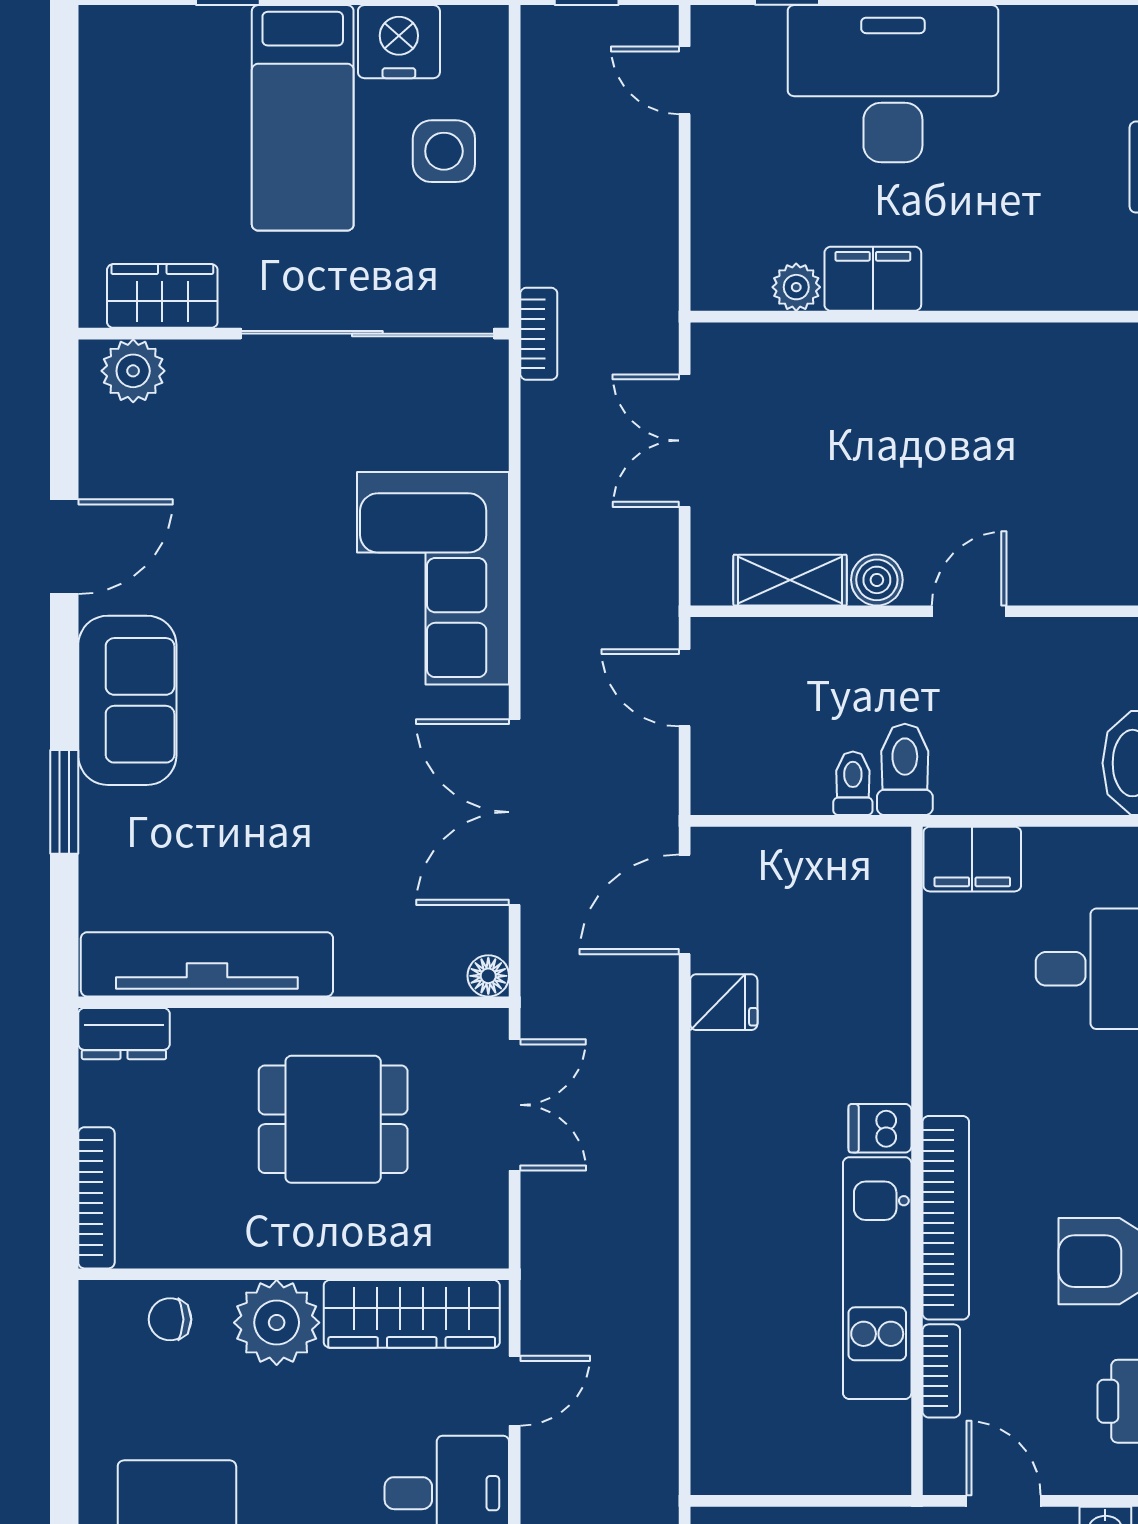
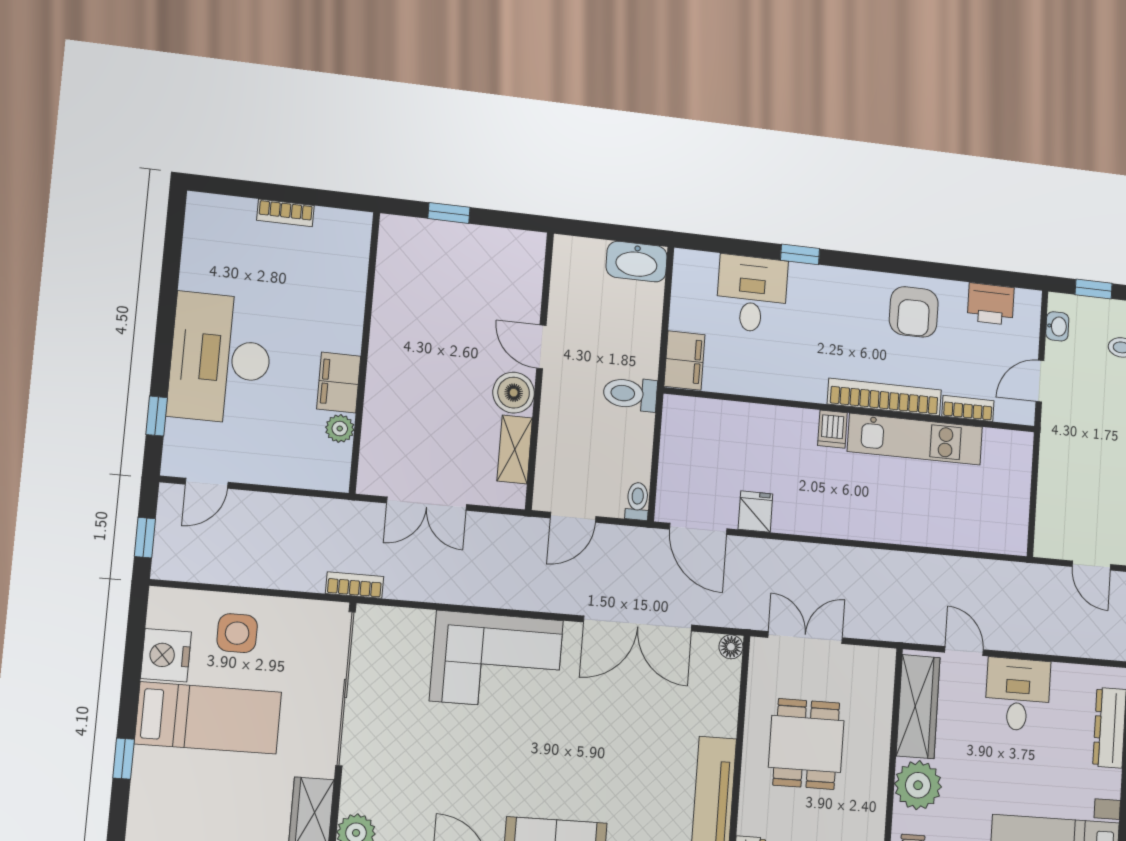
boiler: (877, 580) -> (514, 393), width x1.36, depth x1.36
toilet: (853, 783) -> (637, 501), moved, turned 90

